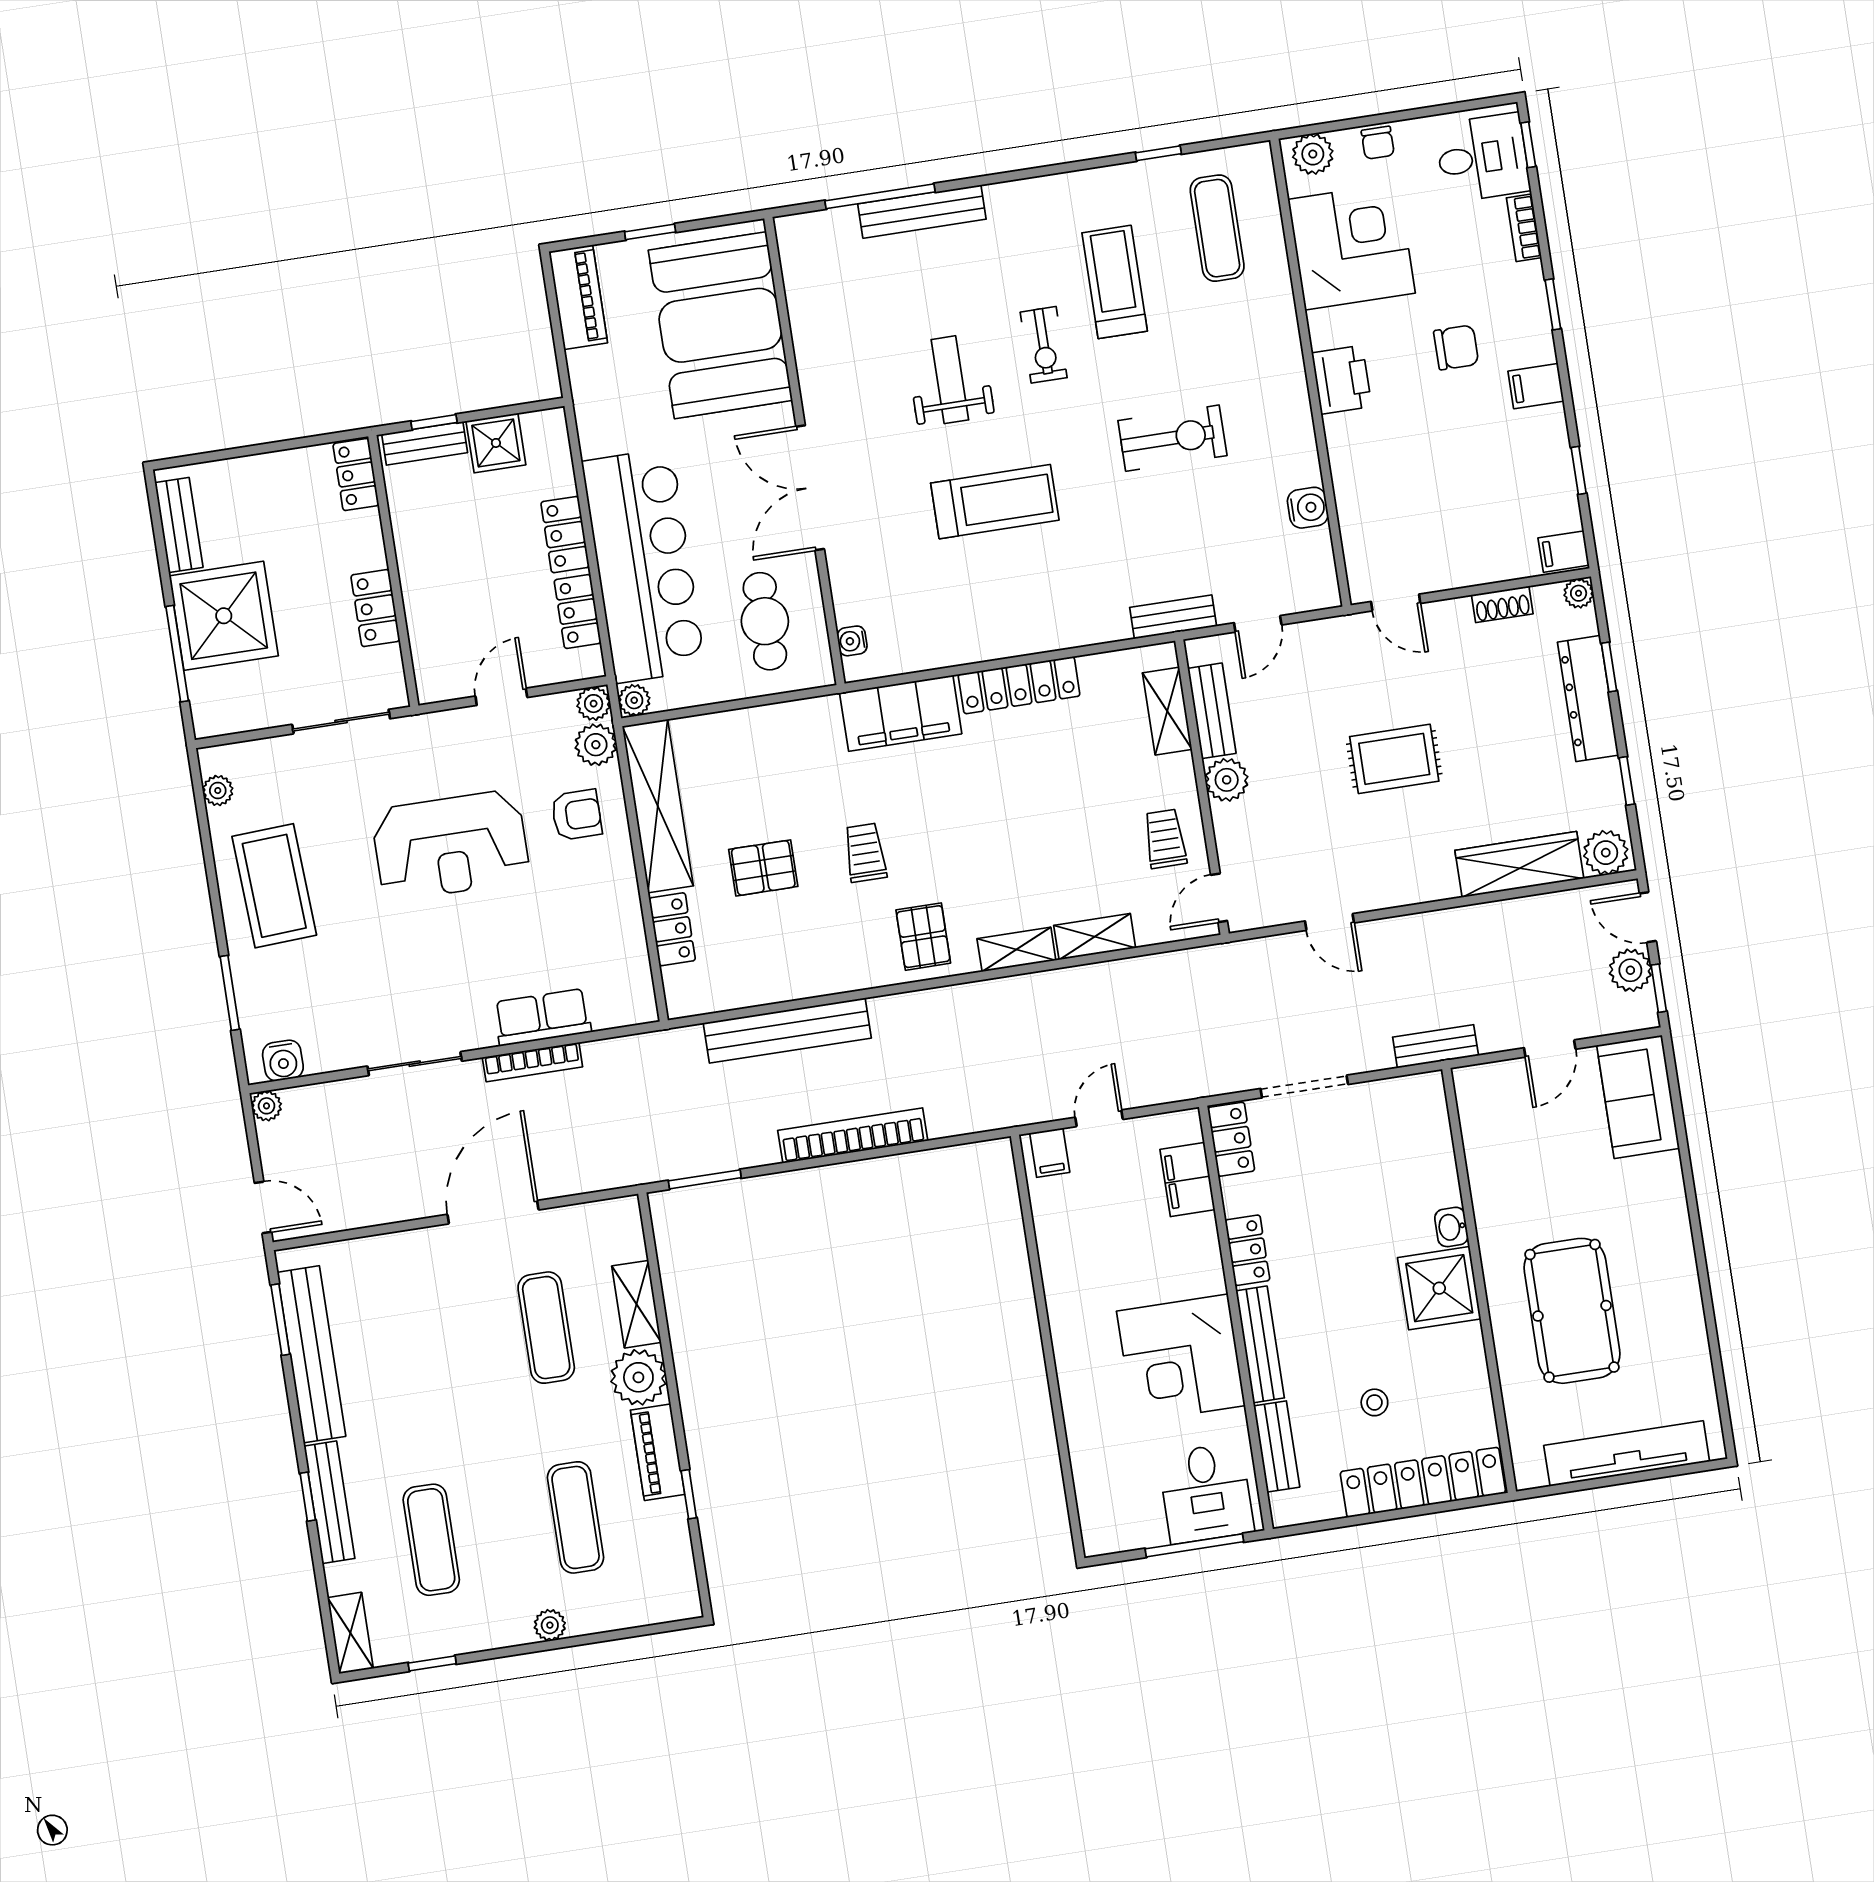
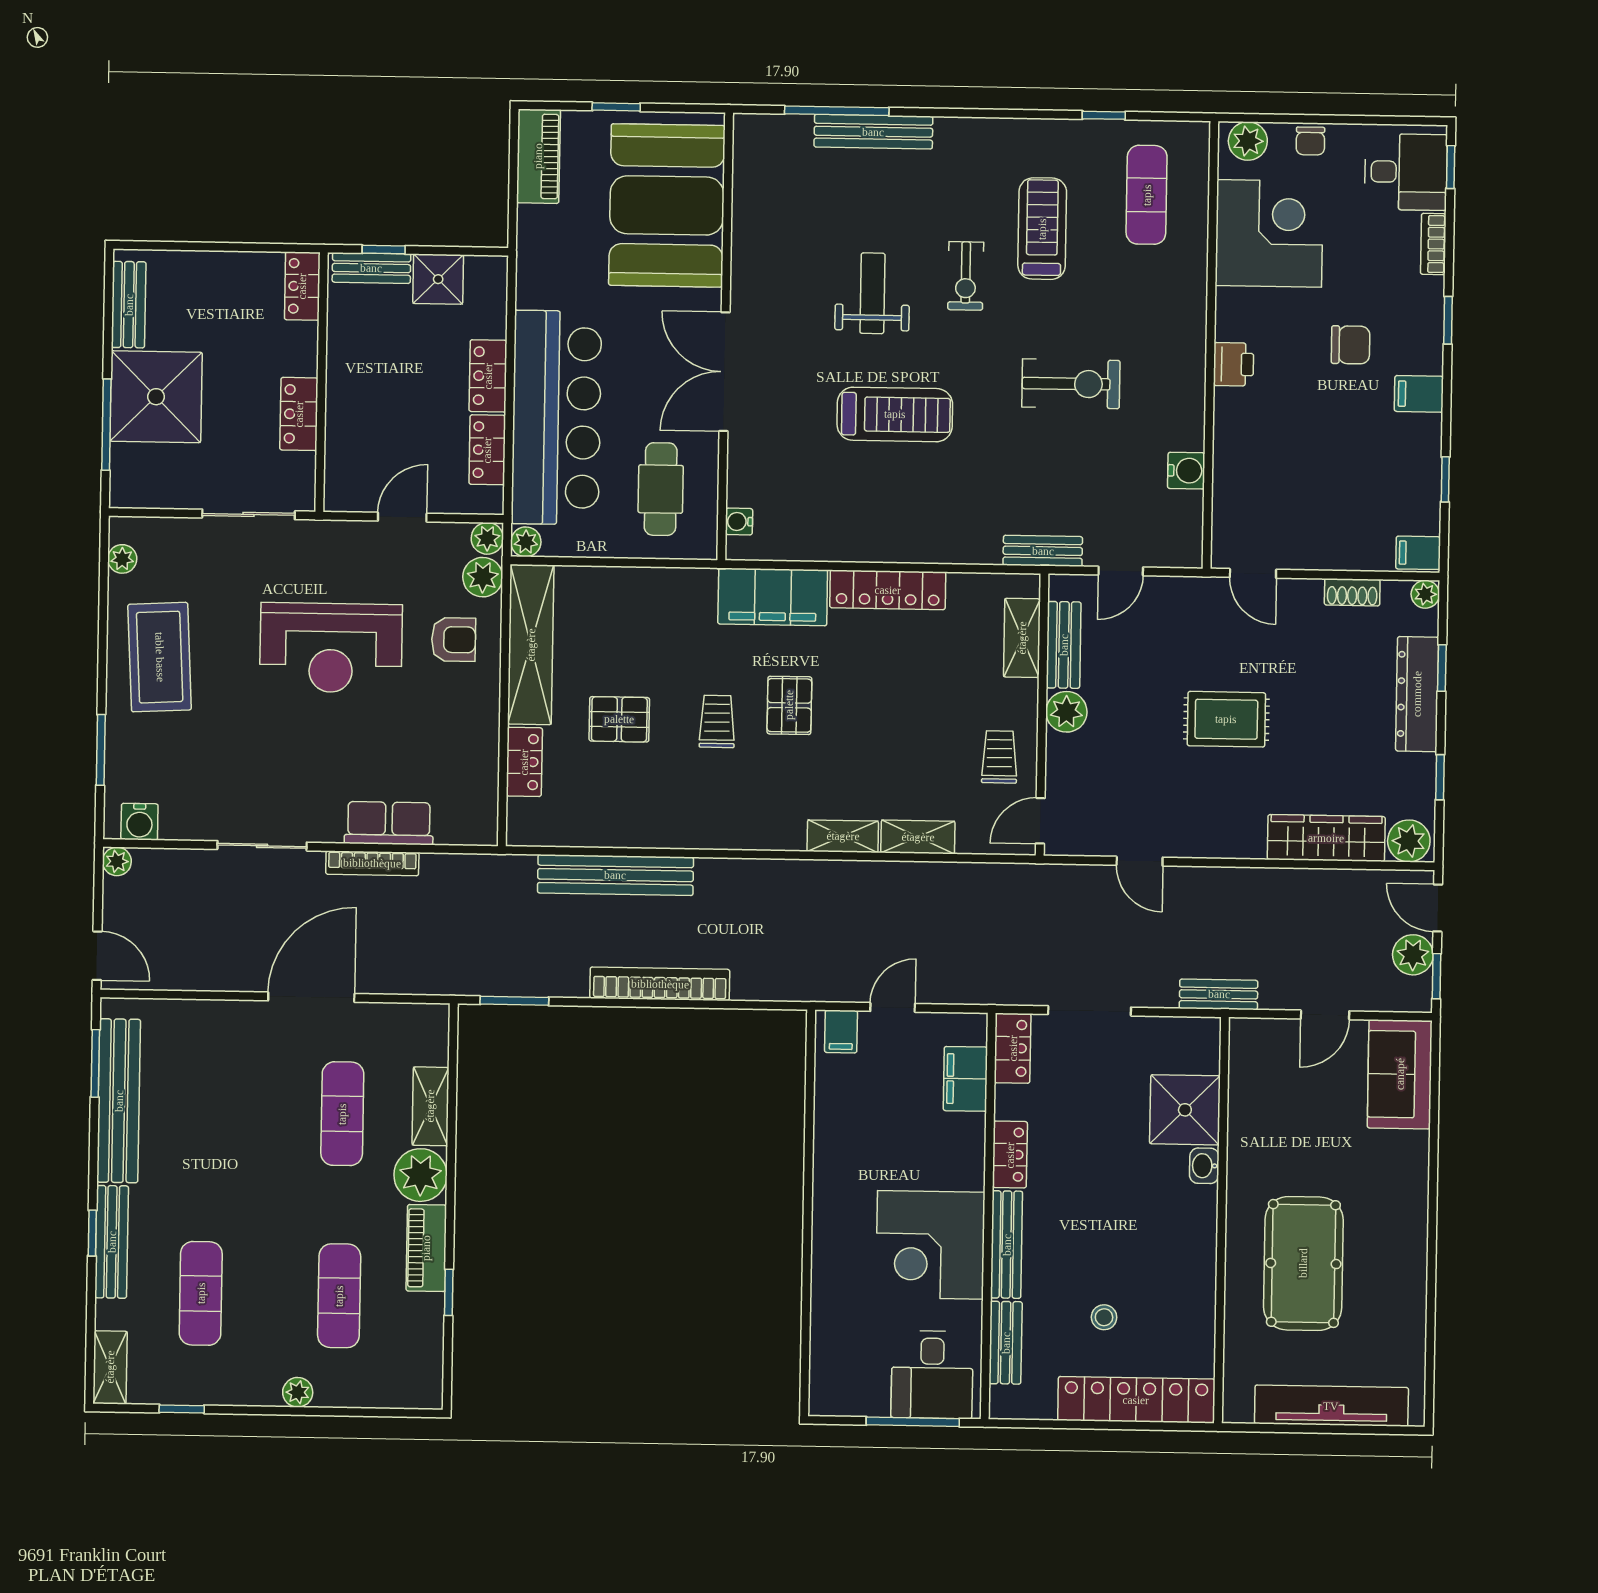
printer: (1342, 380) -> (1234, 364), width x0.73, depth x0.81
pallet: (923, 937) -> (789, 705), moved
shower: (1439, 1288) -> (1185, 1110), moved

